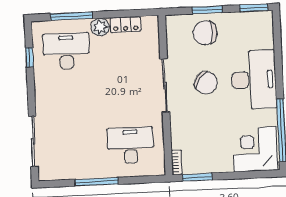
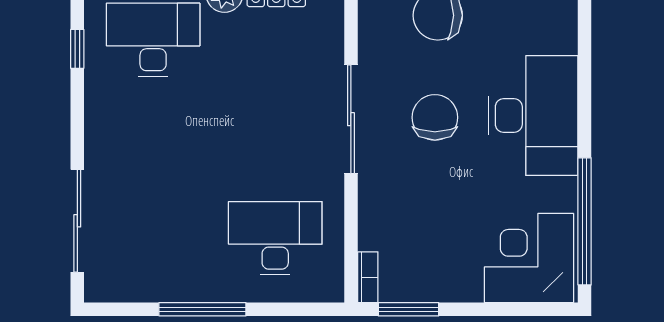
chair: (206, 83) -> (435, 117), turned -127

